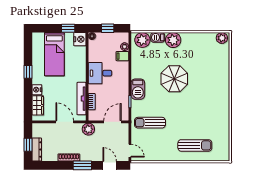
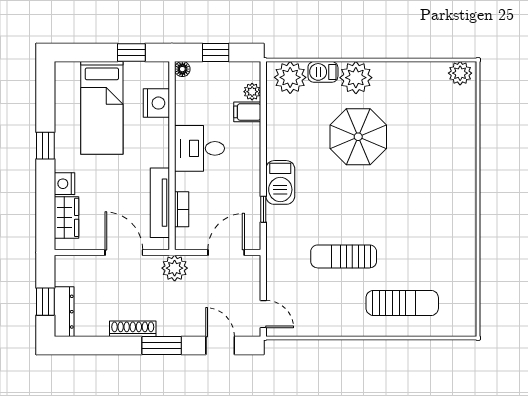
nightstand: (80, 39) -> (156, 103), moved
parasol: (174, 79) -> (358, 137), moved
sun lounger: (150, 123) -> (344, 256), moved

